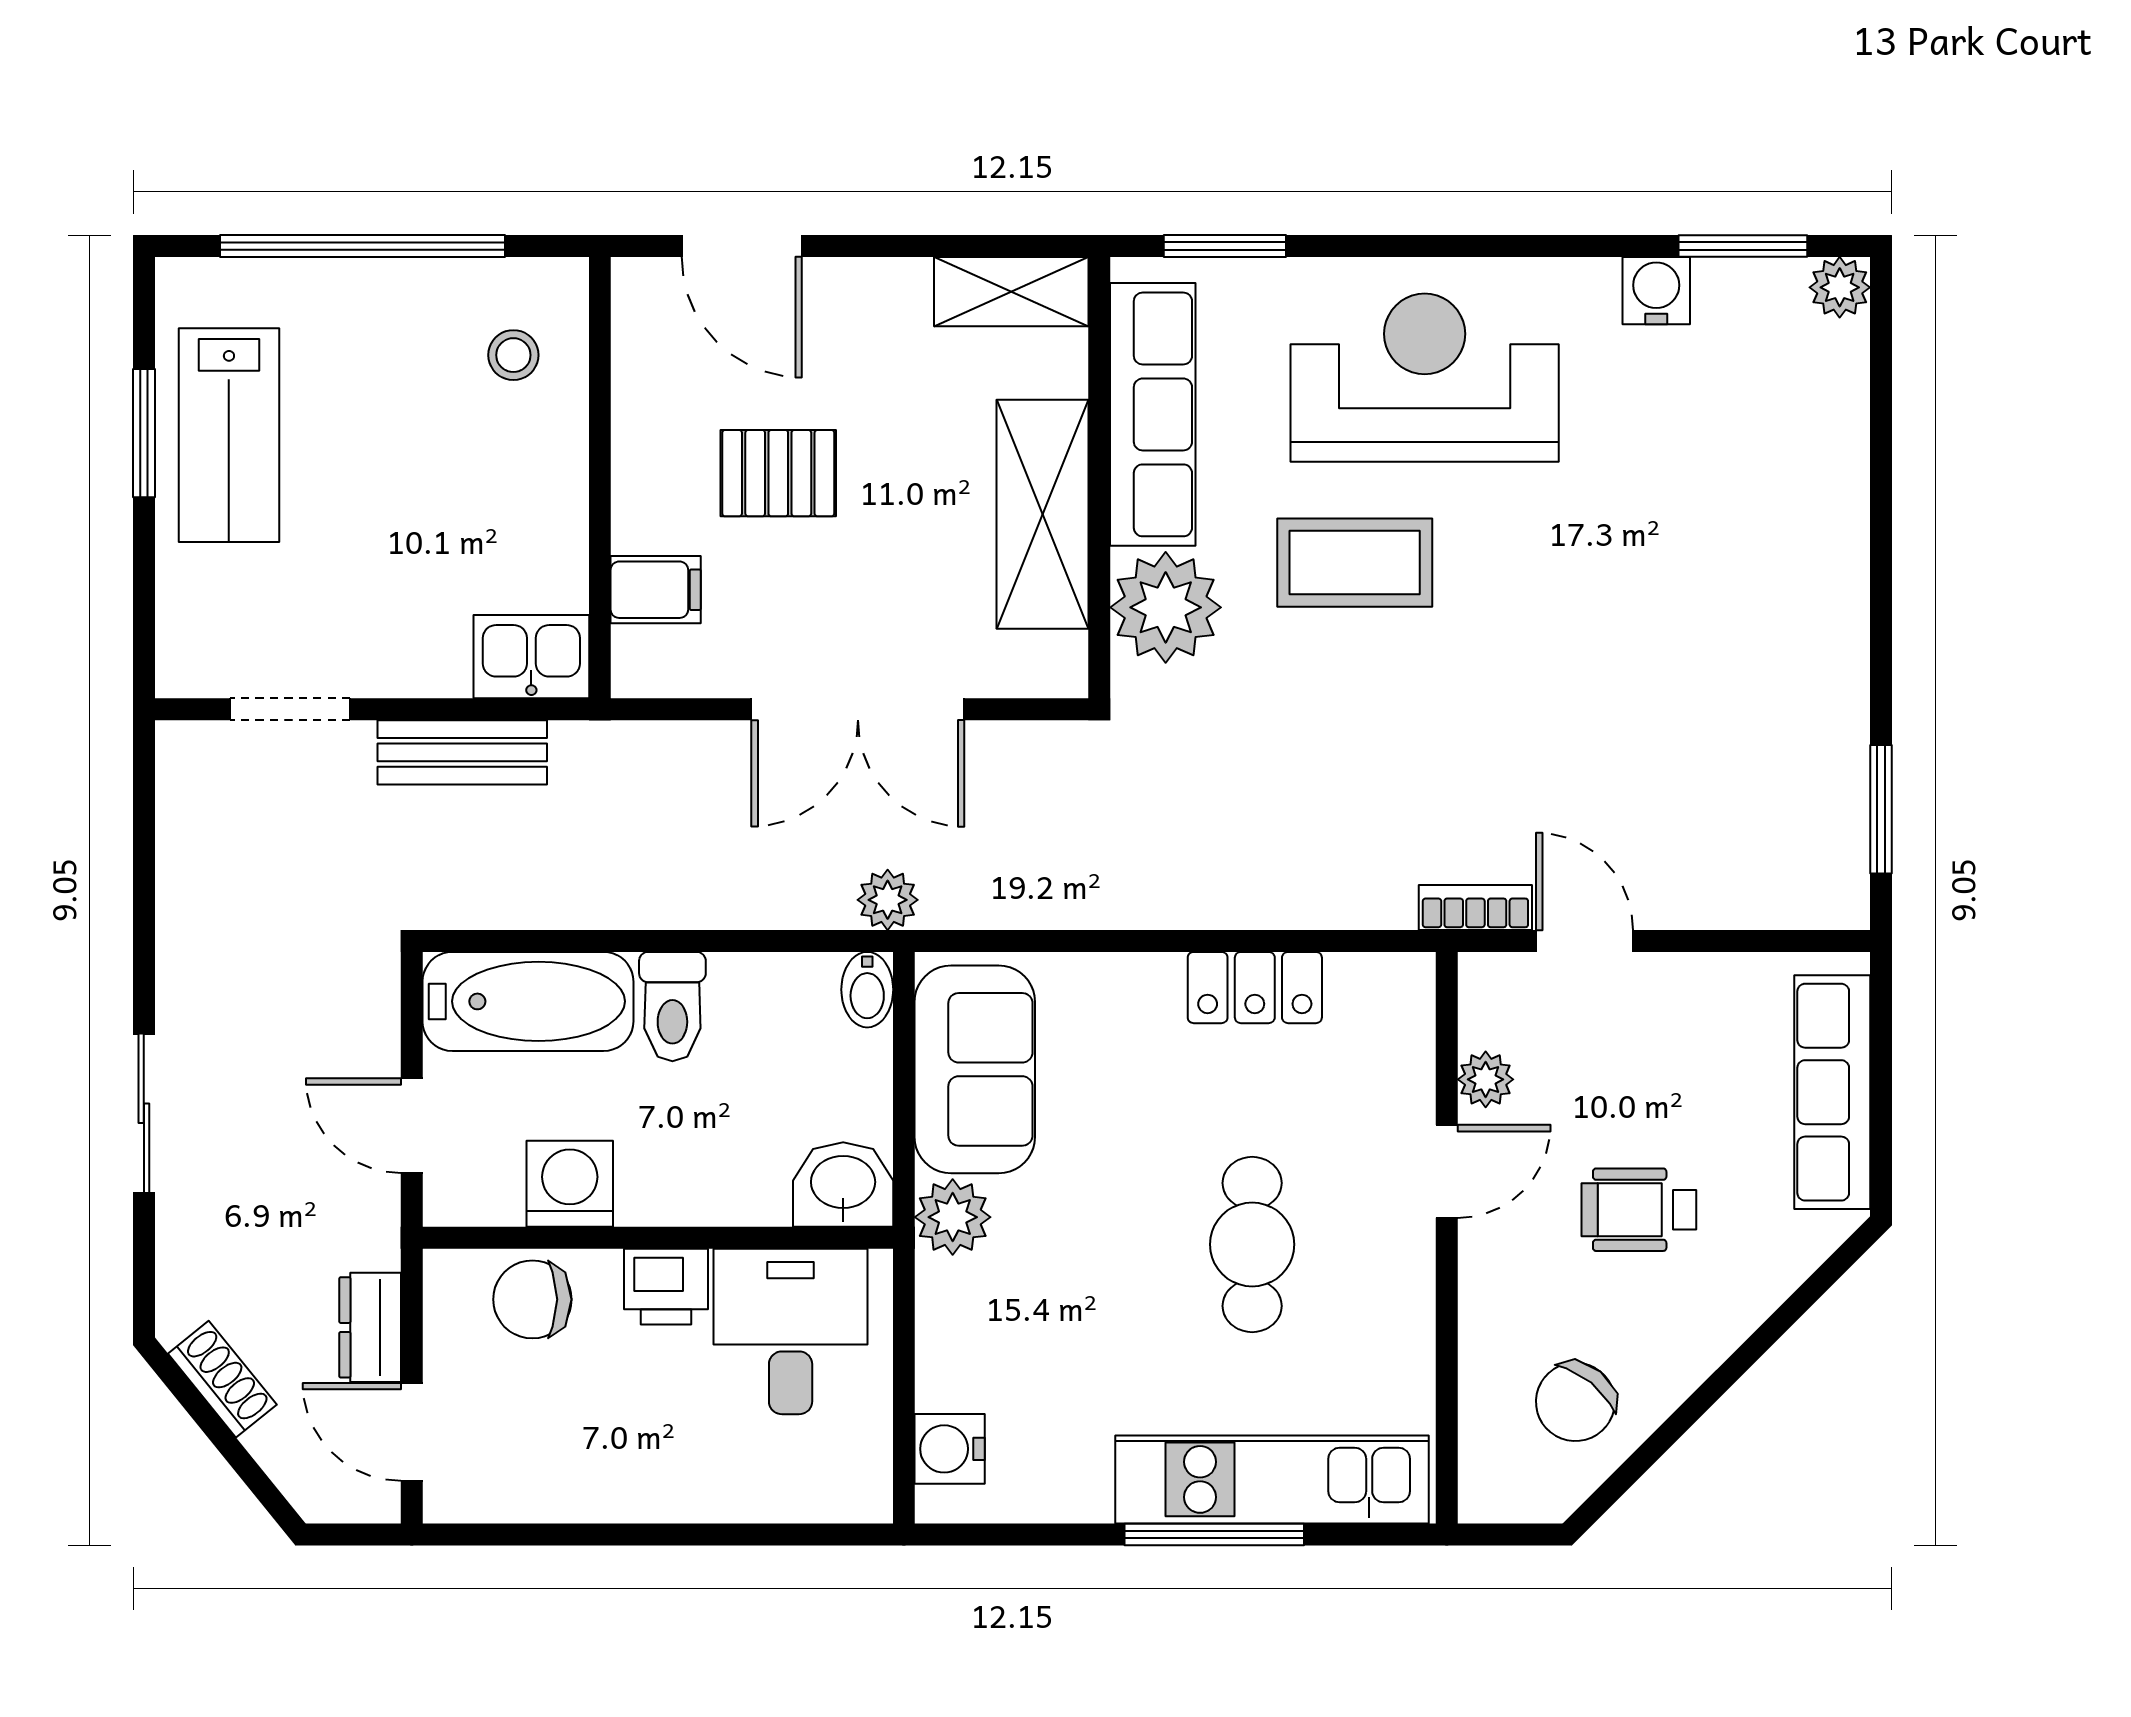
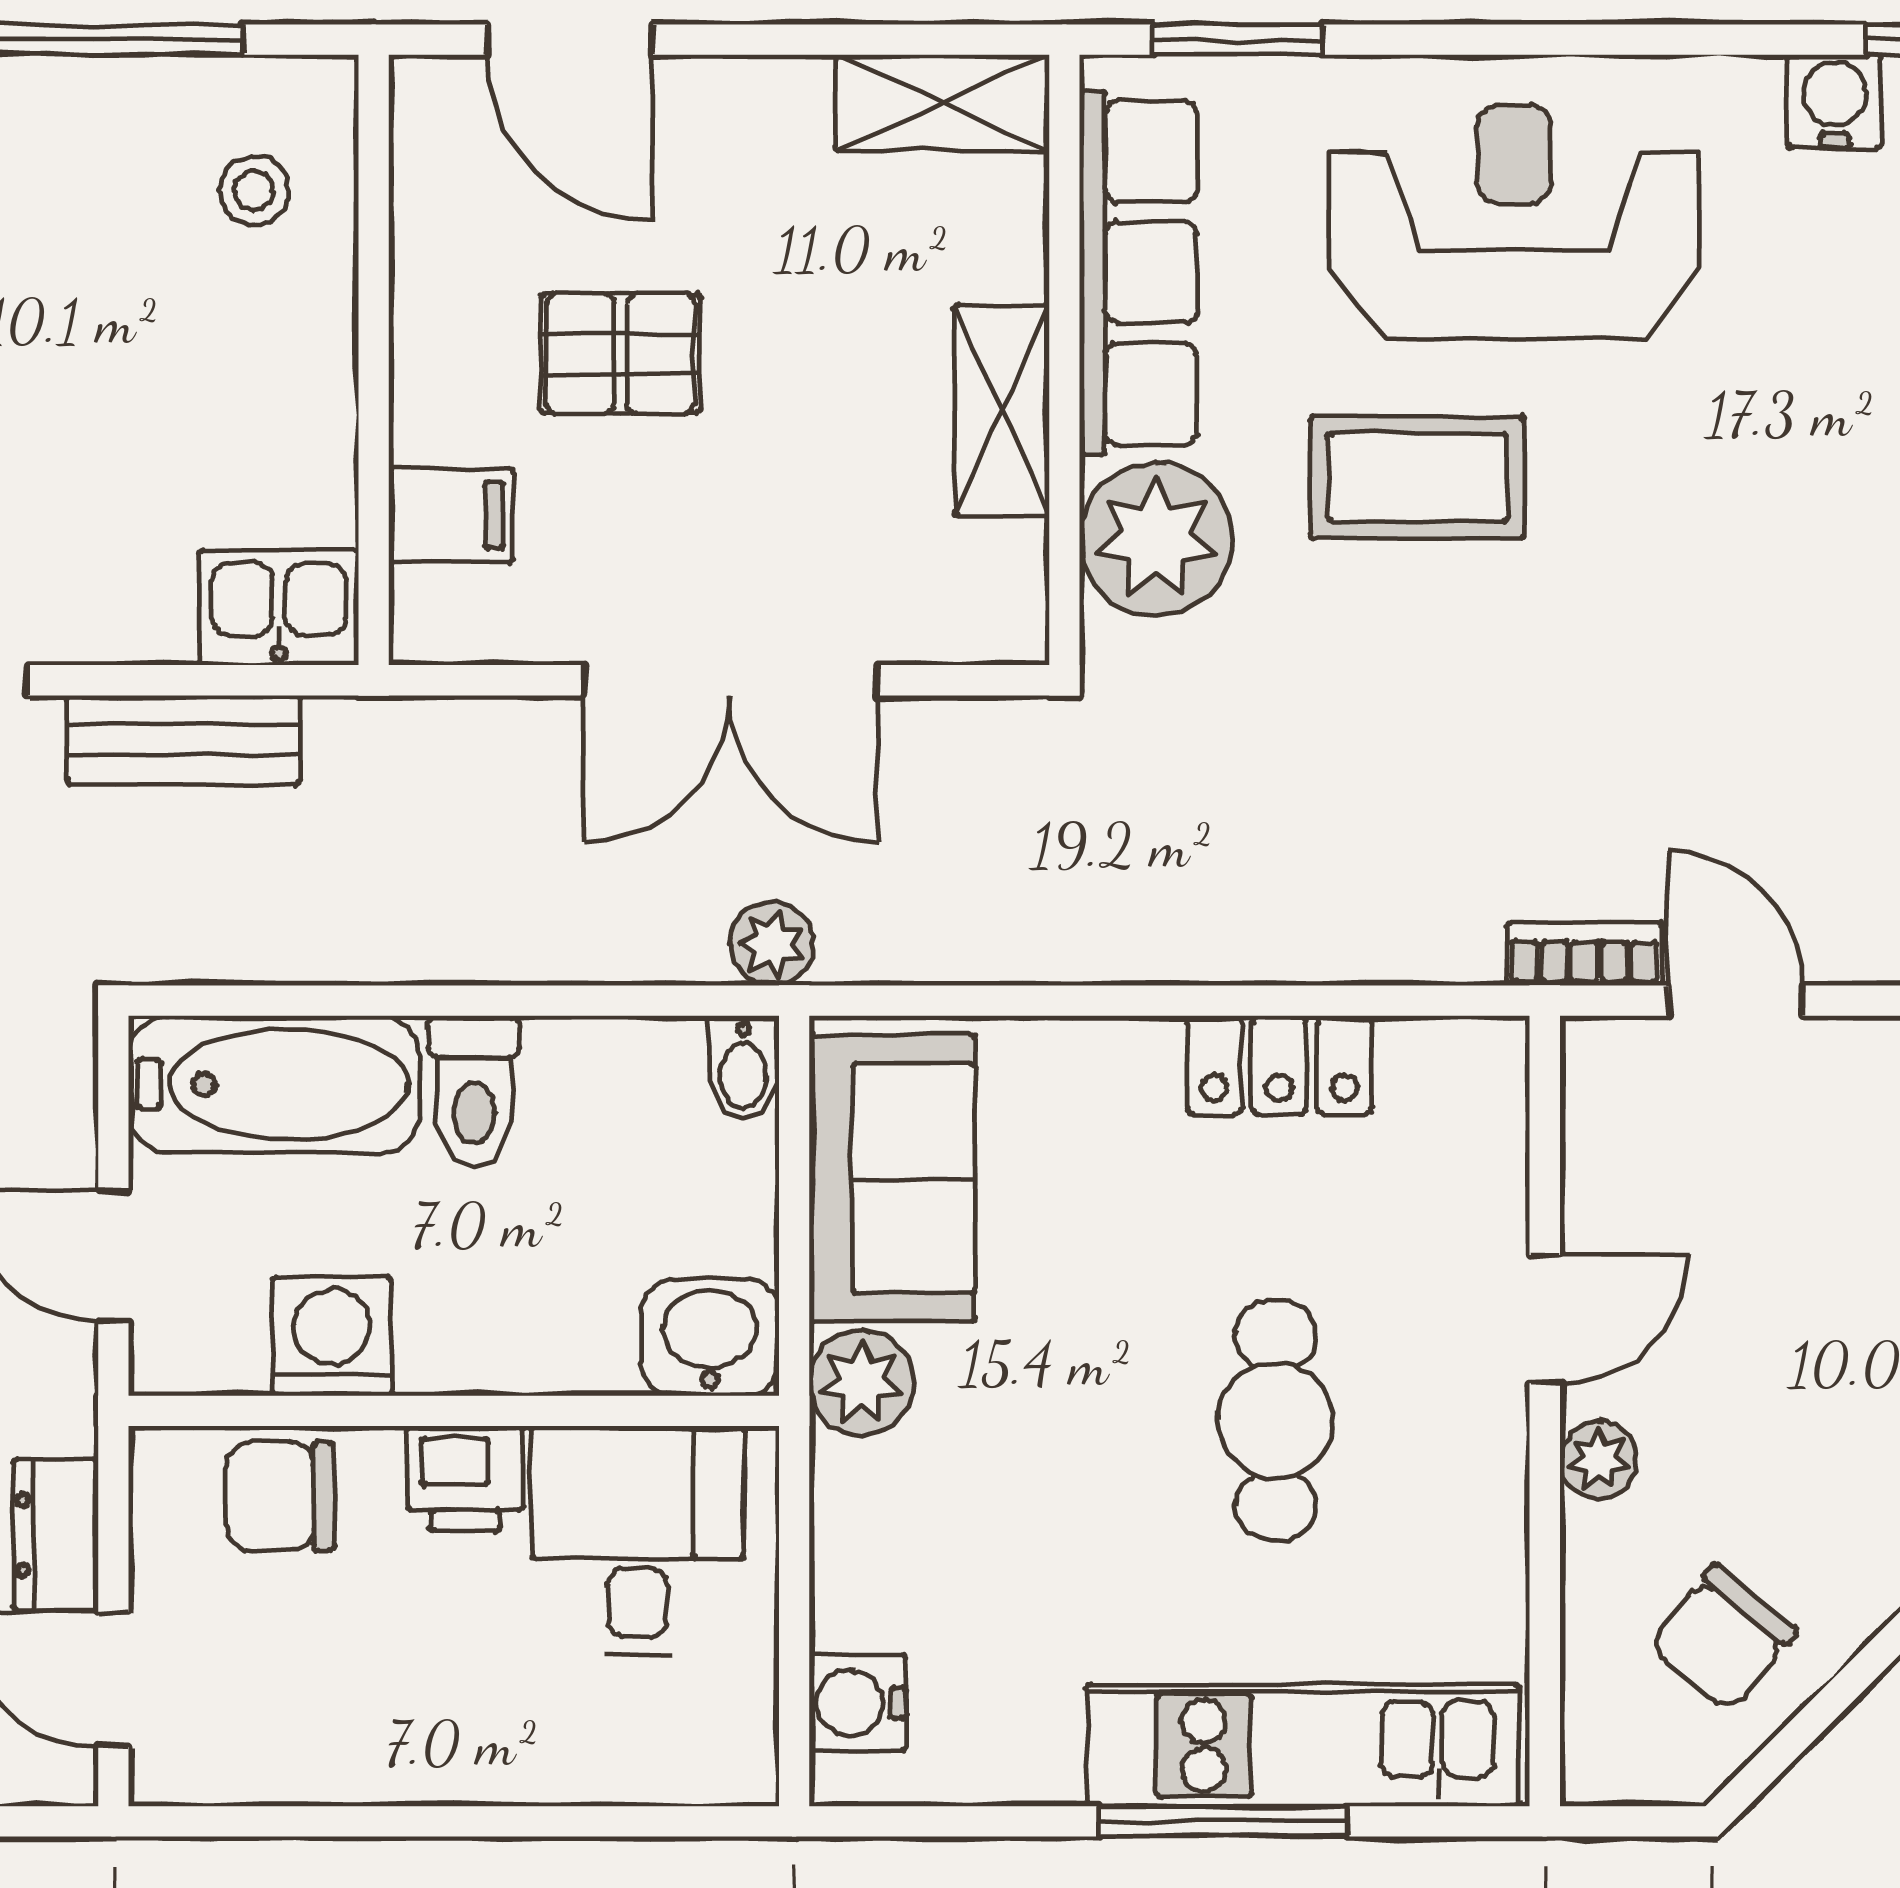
shelving: (1043, 514) -> (1002, 411), width x0.67, depth x0.75
plant: (1486, 1079) -> (1598, 1460), moved
wheelchair: (1639, 1210) -> (1810, 1372), removed

